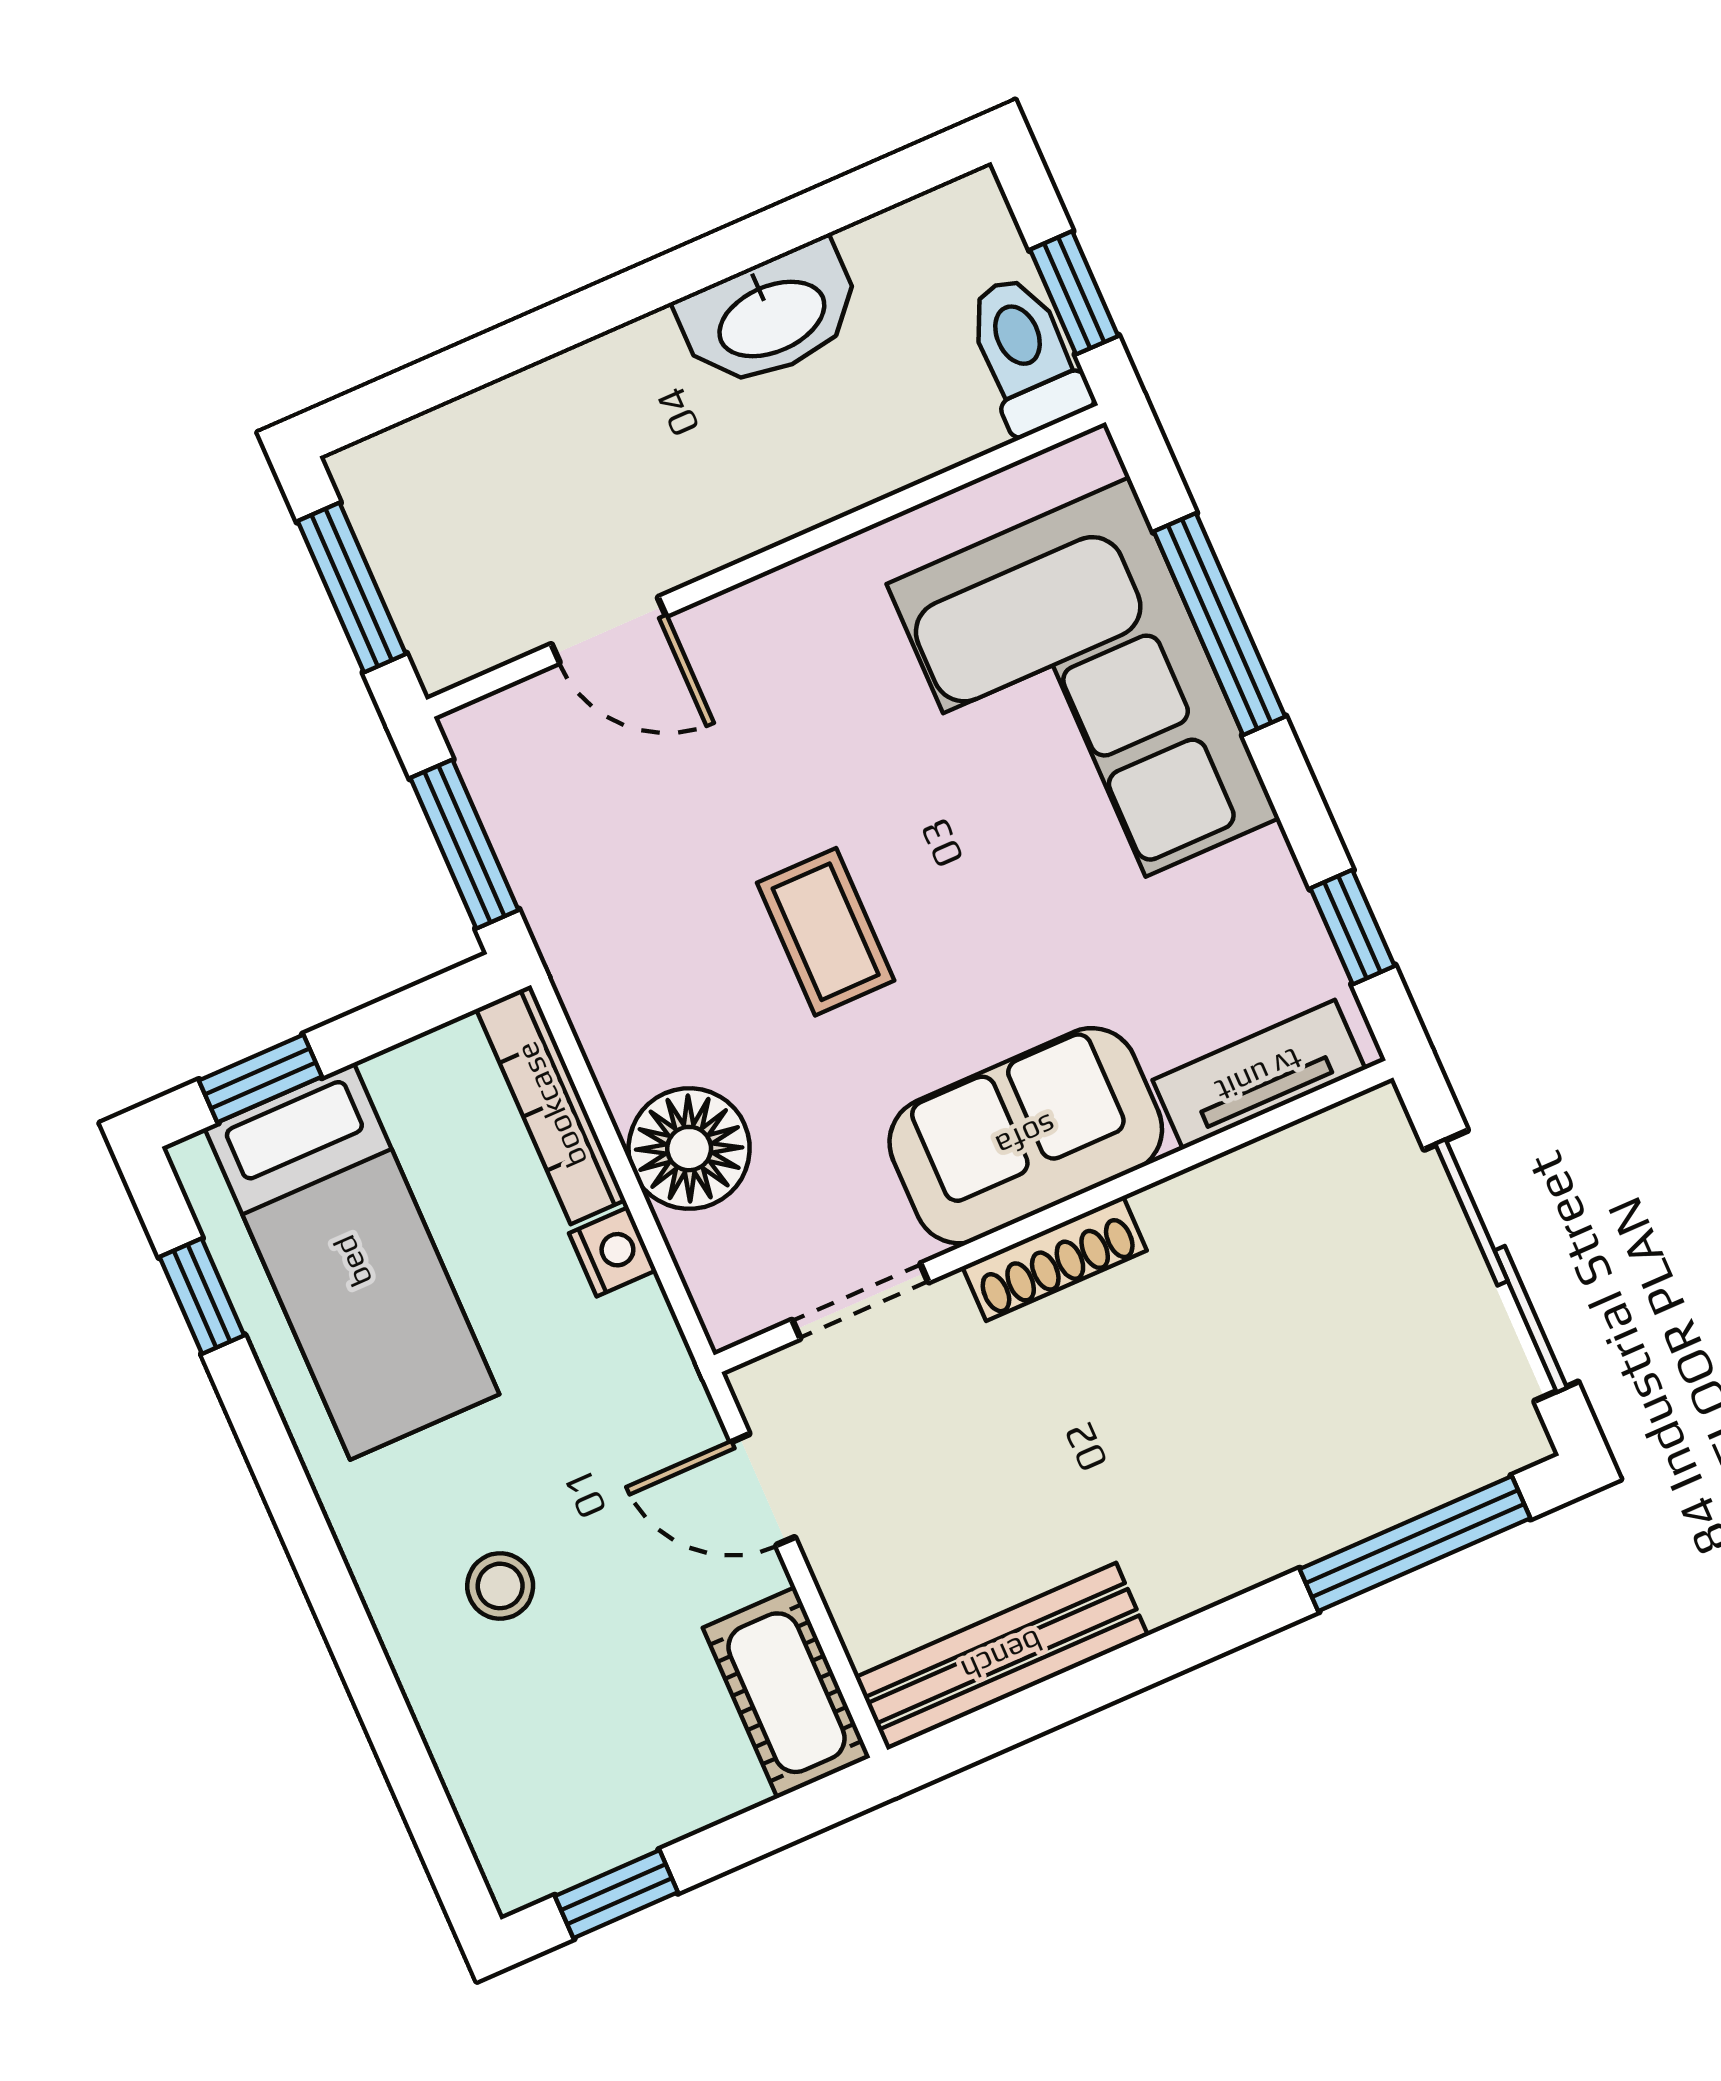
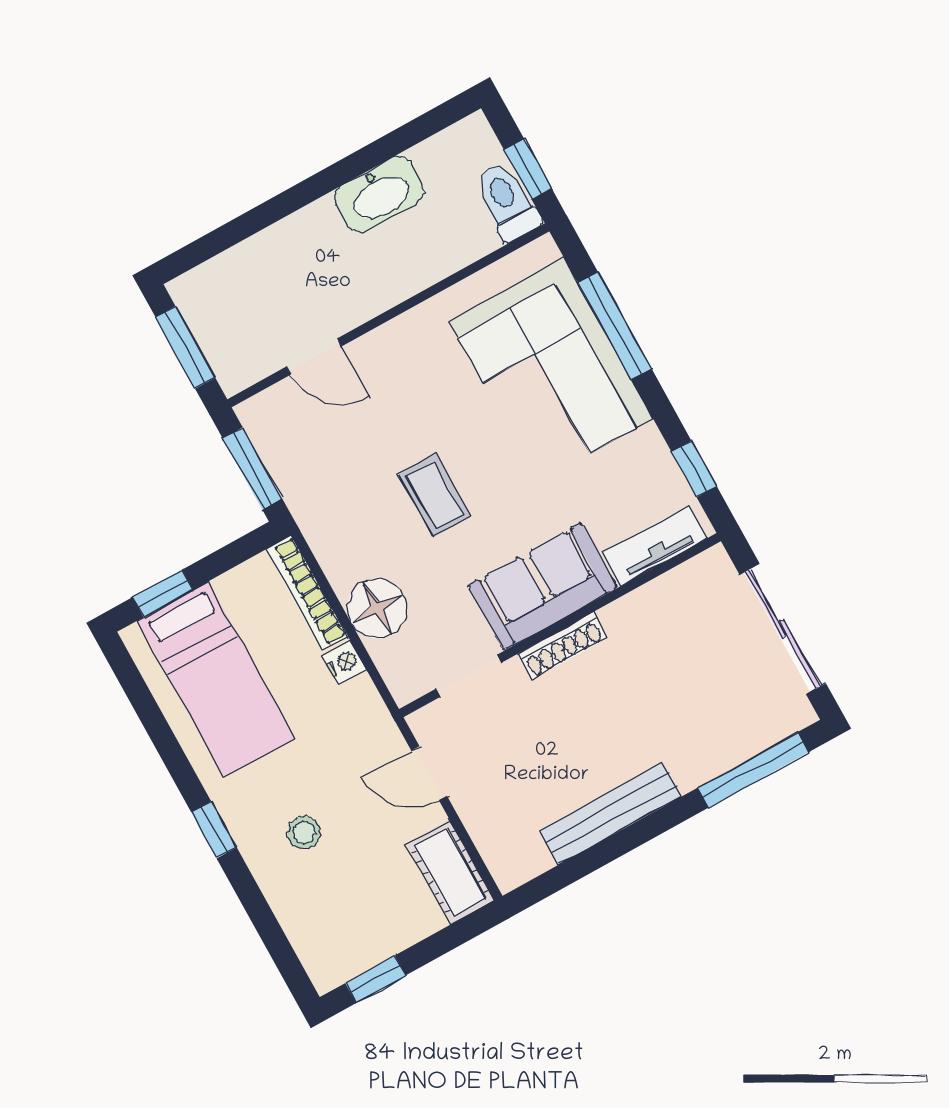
window: (202, 1296) -> (214, 830), moved
bench: (1002, 1656) -> (610, 813), moved

